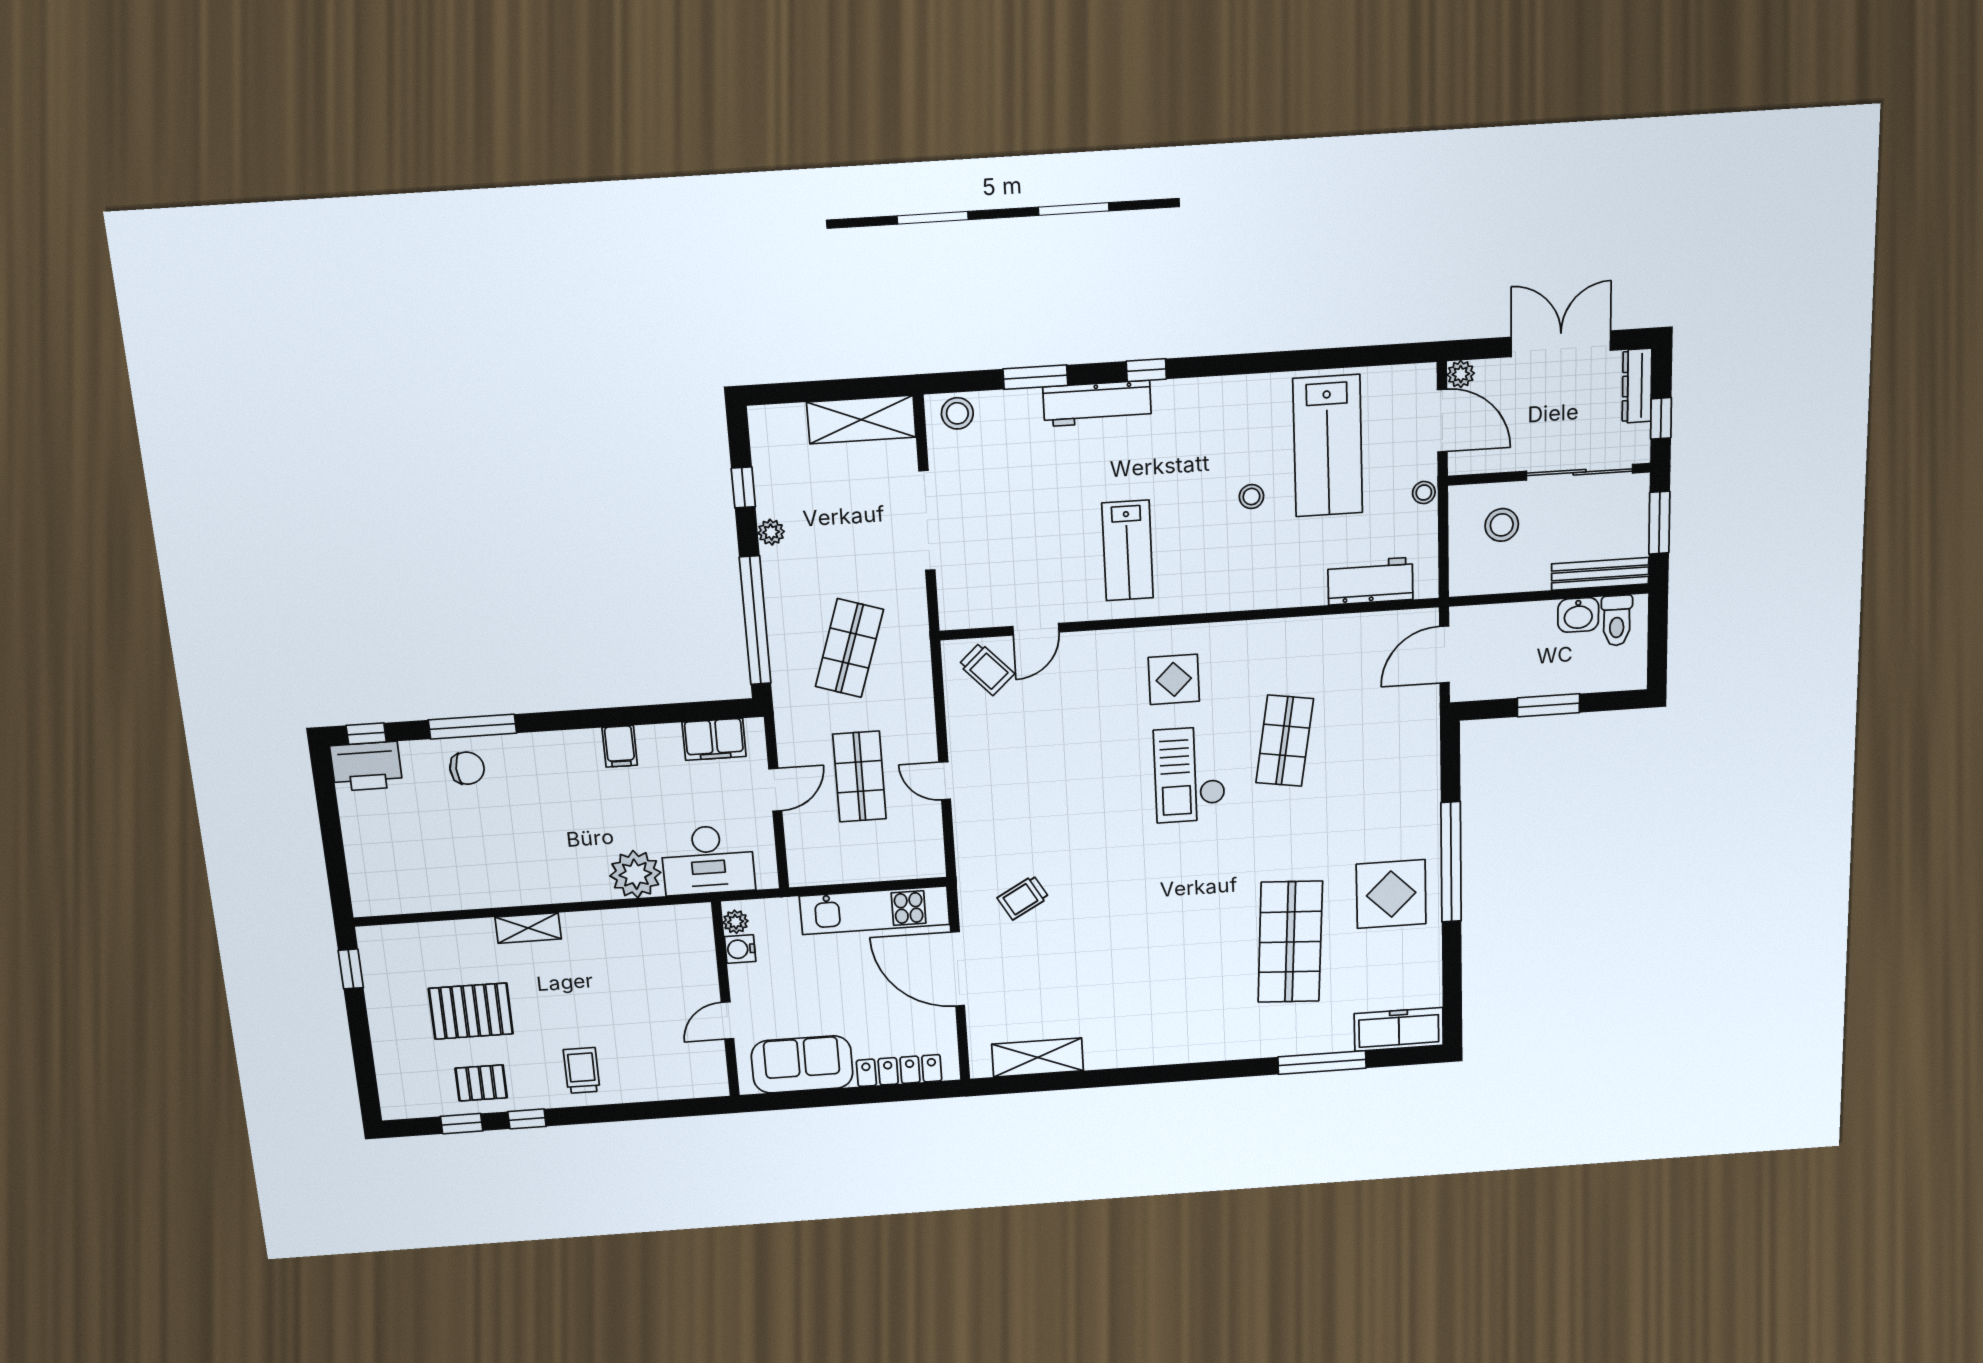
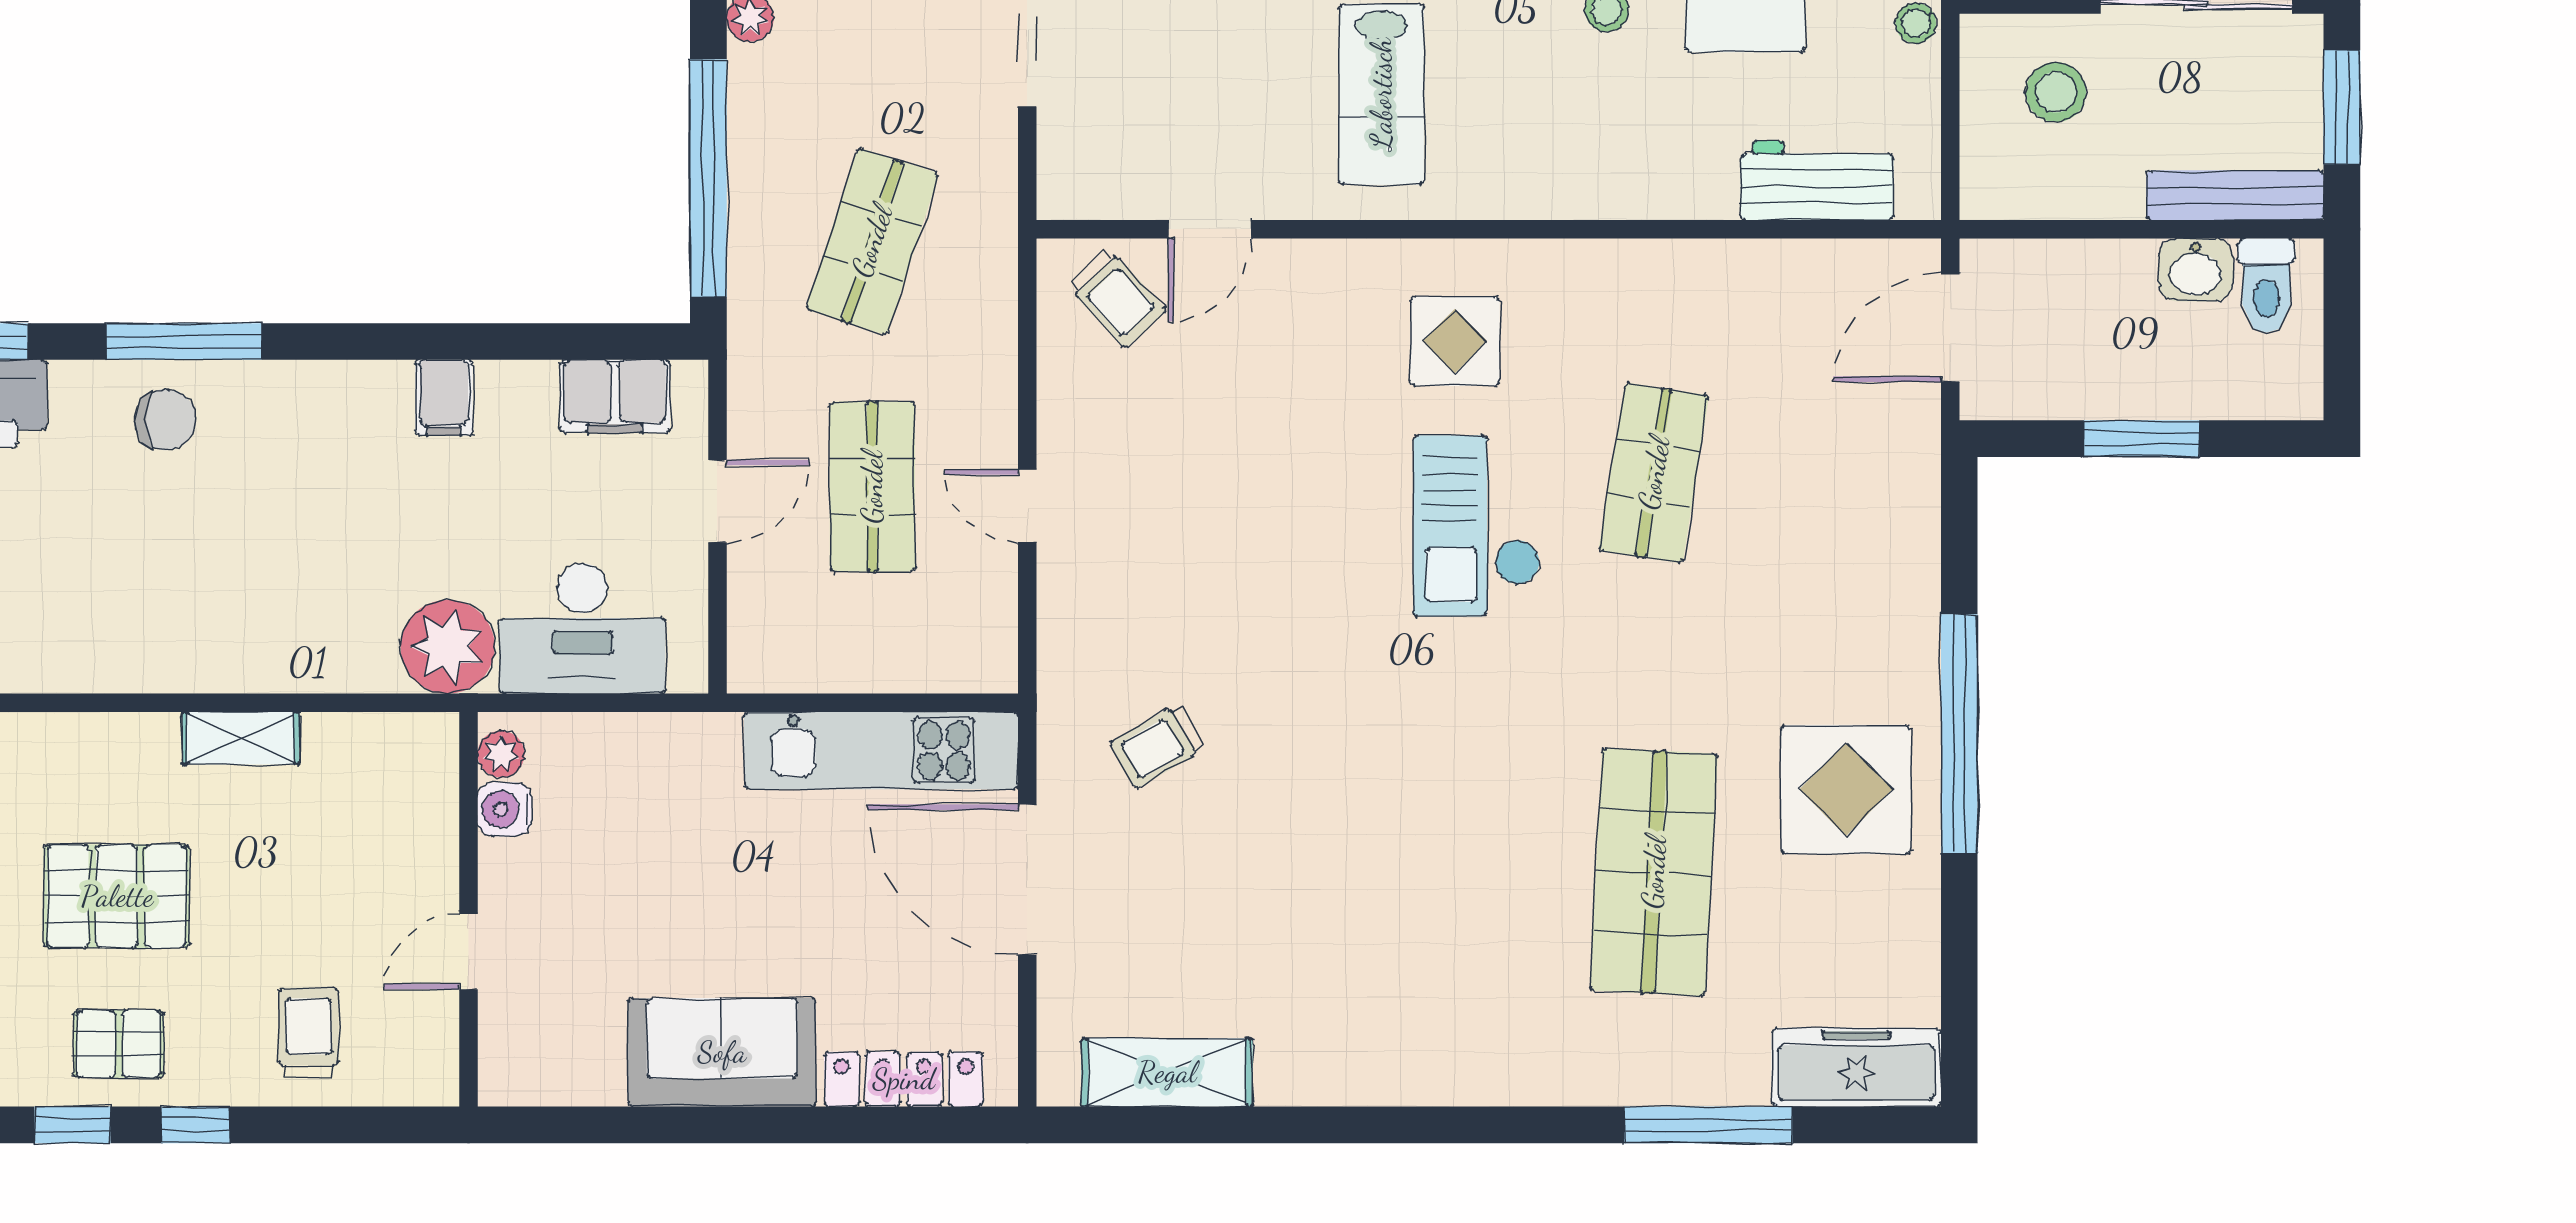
plant: (736, 922) -> (501, 754), moved
water cooler: (740, 949) -> (505, 809), moved
wall: (725, 1000) -> (469, 909), moved
door: (727, 1021) -> (469, 952), moved

